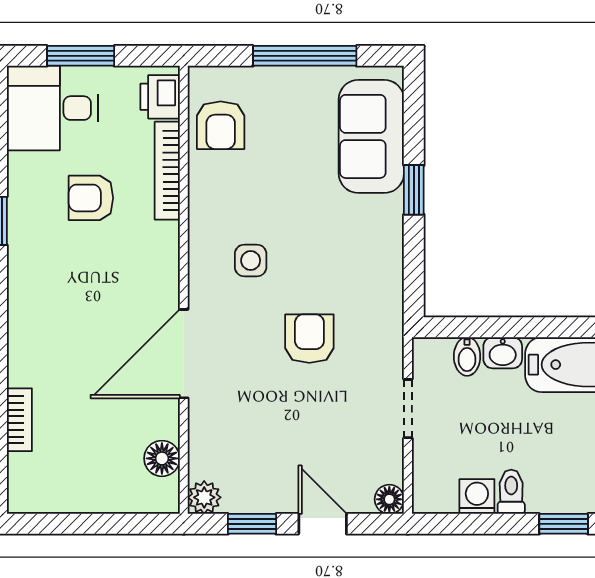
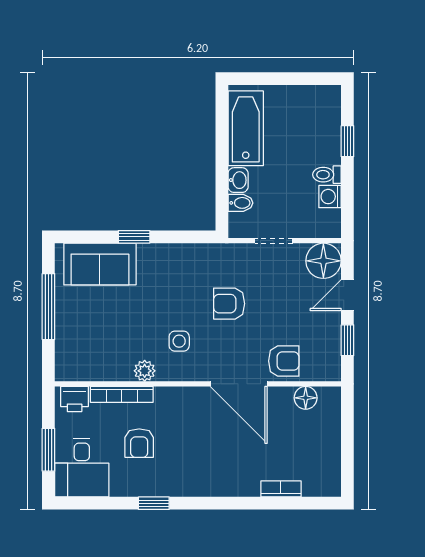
armchair: (221, 125) -> (284, 361), moved
plant: (204, 497) -> (145, 371), moved
floor lamp: (389, 499) -> (323, 261), width x1.89, depth x1.89

